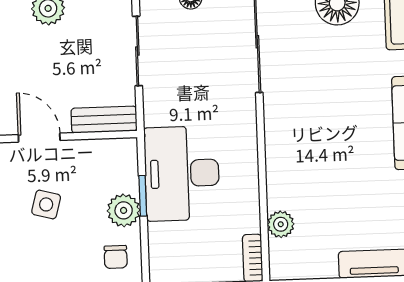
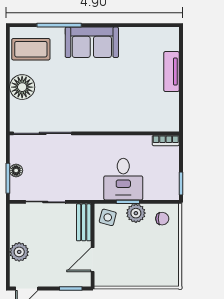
desk: (182, 173) -> (123, 179), width x0.73
side table: (46, 204) -> (108, 217), moved
plant: (281, 224) -> (147, 124), removed

